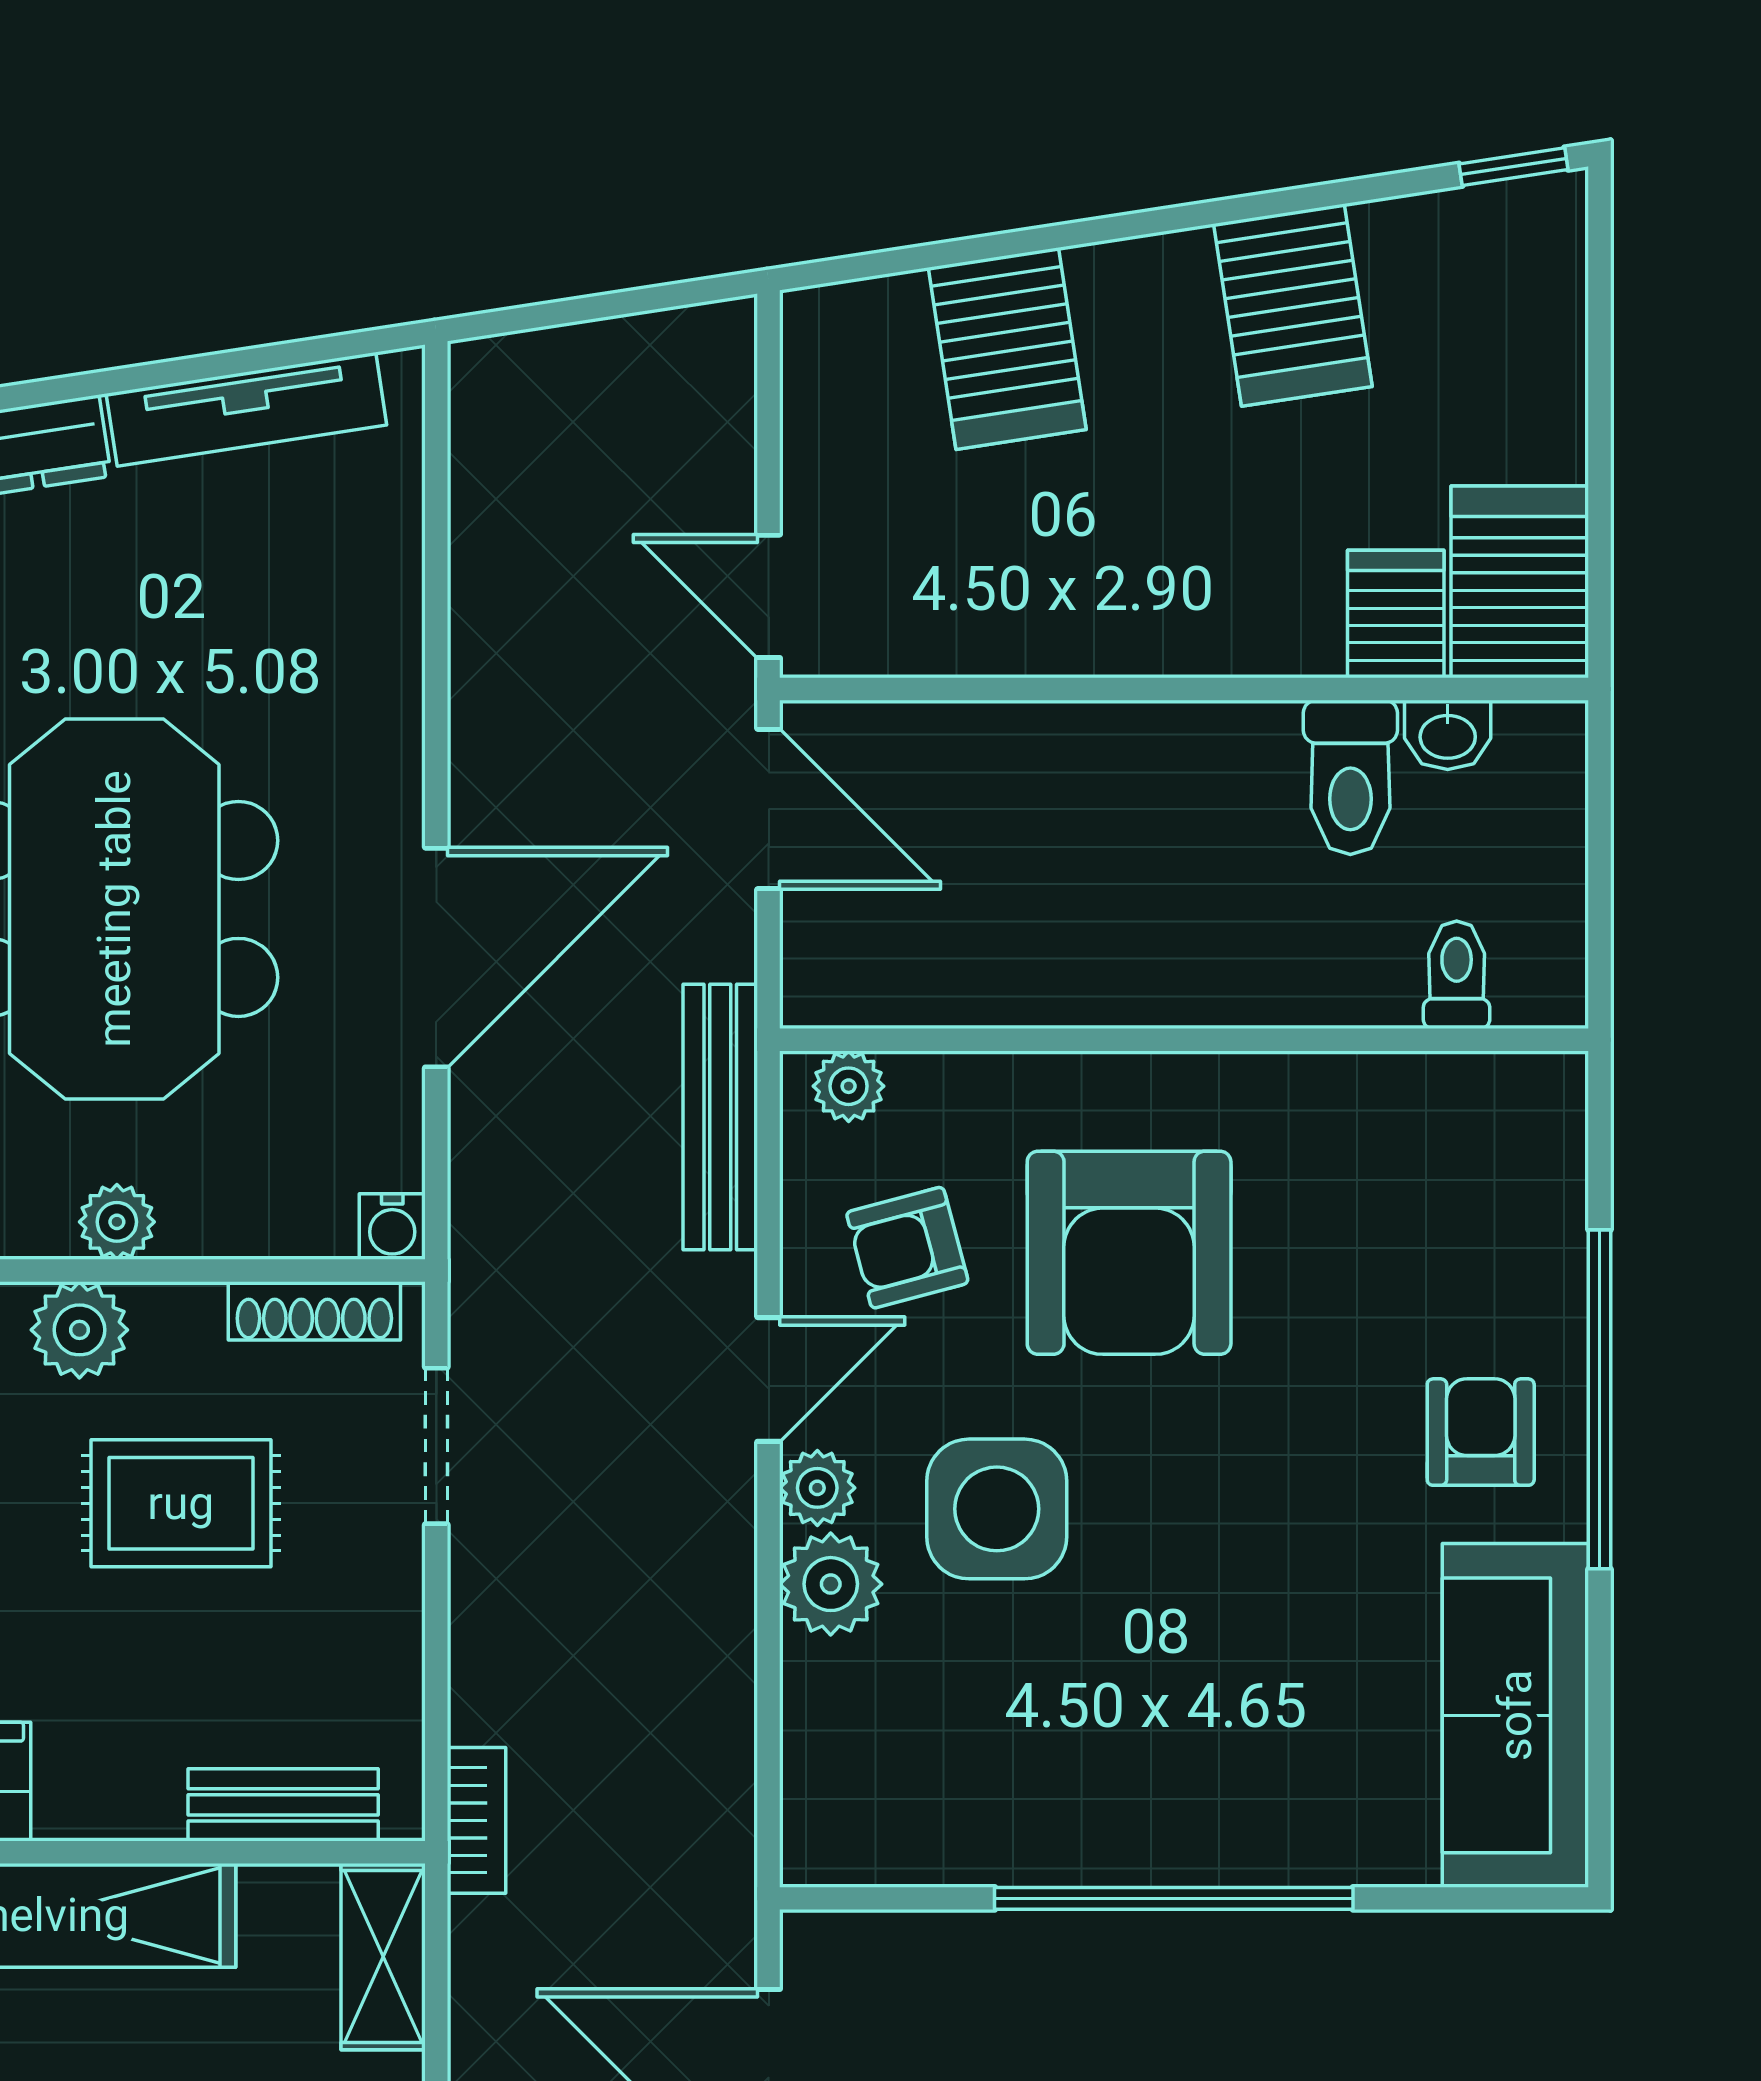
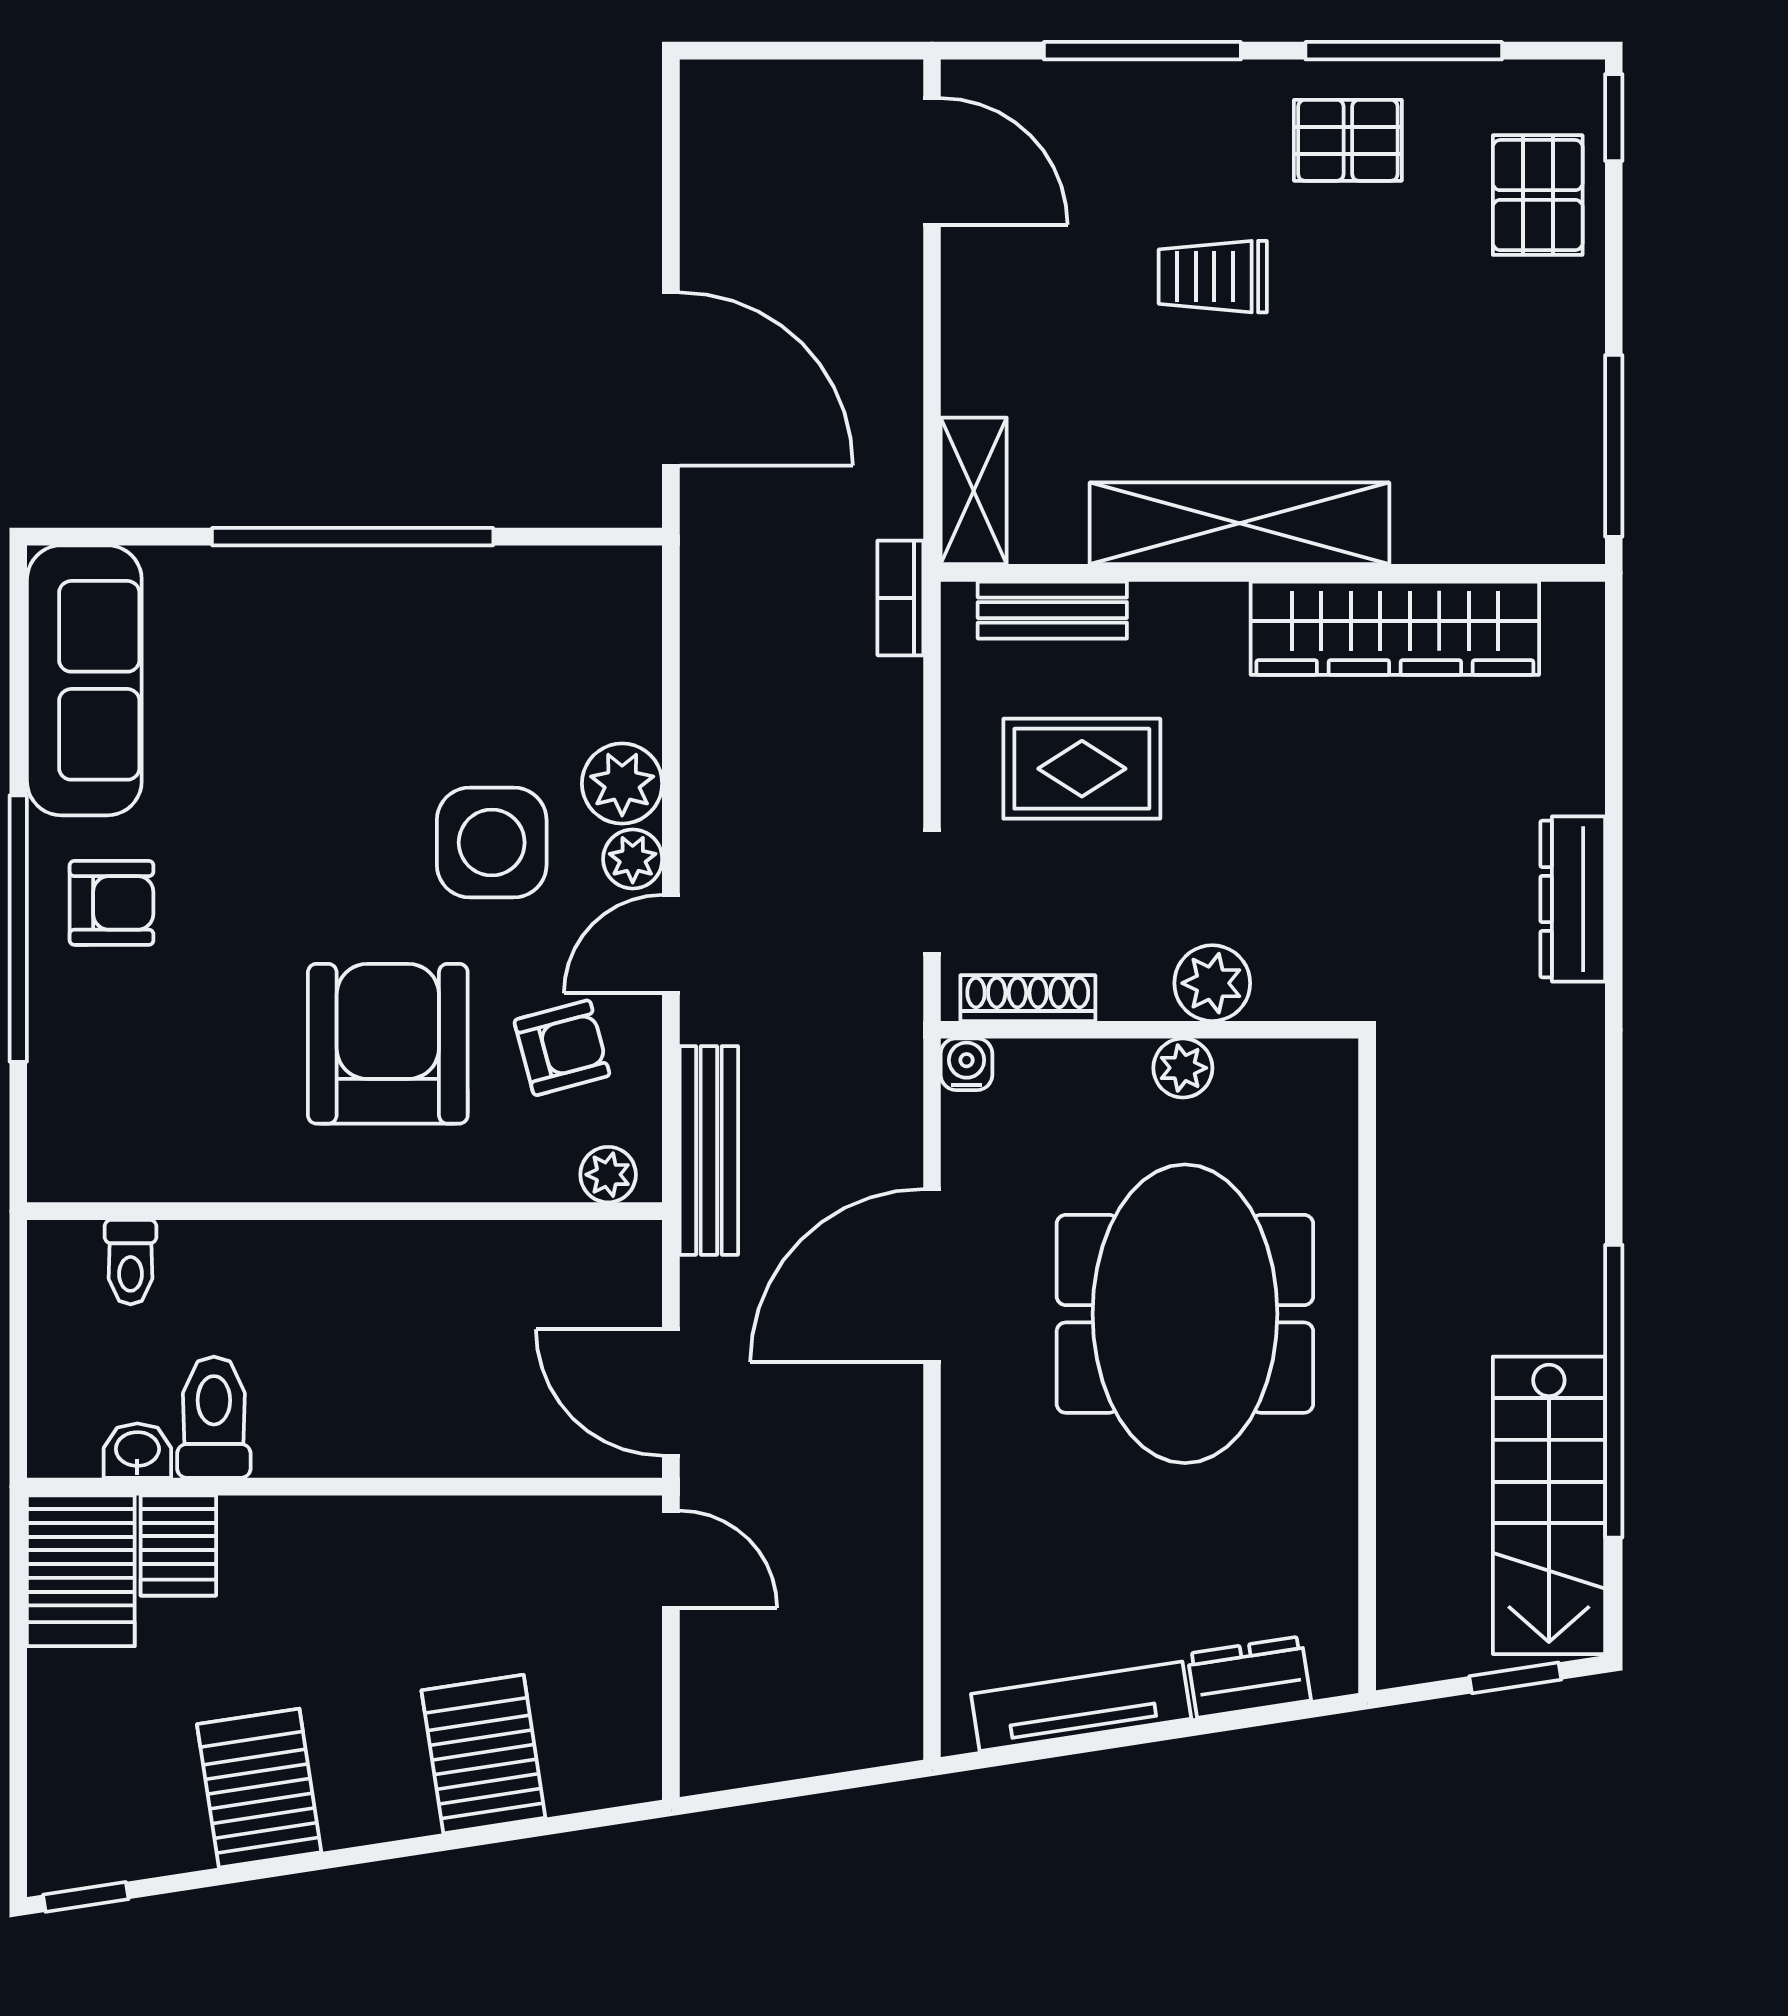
armchair: (1481, 1432) -> (112, 903), turned -90
rug: (181, 1503) -> (1082, 769), moved

